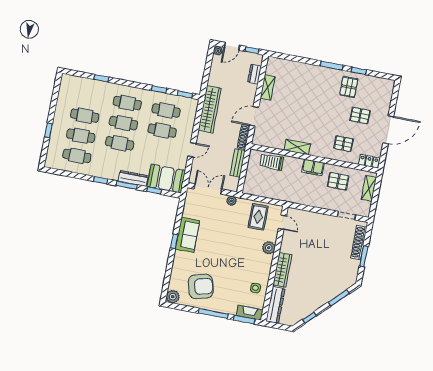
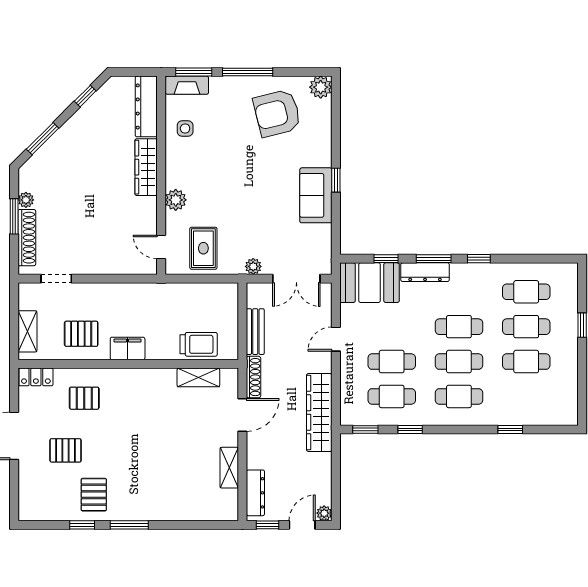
dresser: (255, 74) -> (255, 493), width x1.44
shelving: (297, 147) -> (198, 377), moved
plant: (355, 264) -> (26, 200), added

